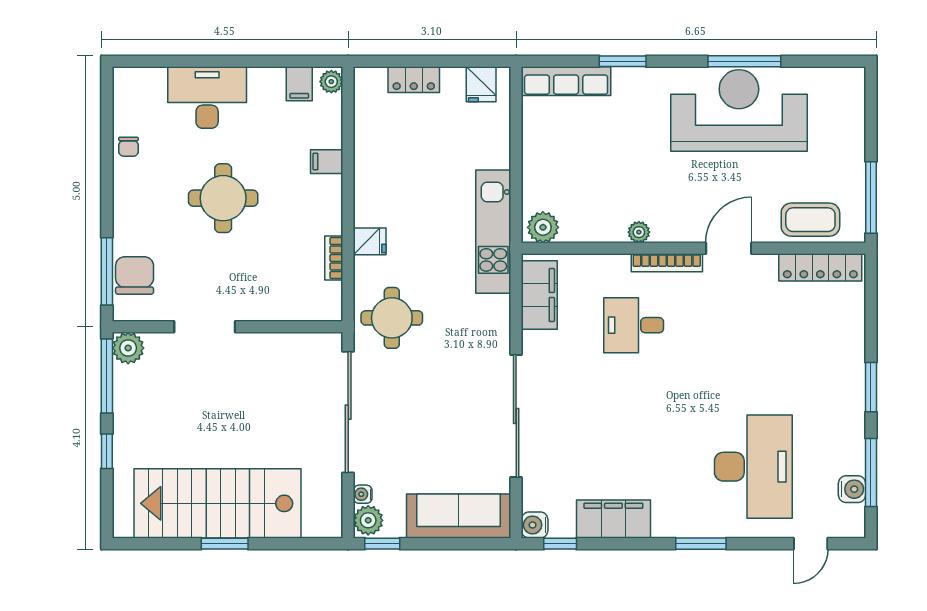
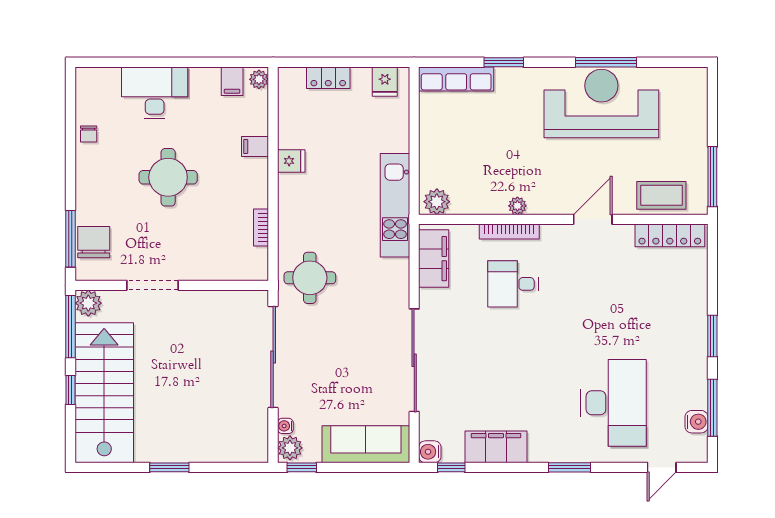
fridge: (370, 241) -> (291, 161), moved
bookcase: (667, 263) -> (509, 231), moved
stairs: (217, 503) -> (104, 393), moved, turned 90

